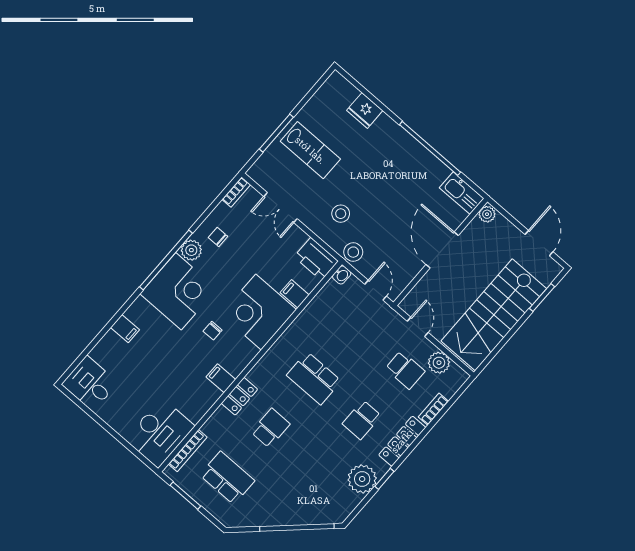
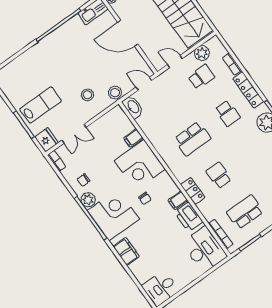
fridge: (365, 110) -> (47, 140), moved, turned -90
printer: (316, 259) -> (189, 217), moved, turned 90
washbasin: (342, 275) -> (133, 107), width x1.91, depth x1.45
filing cabinet: (125, 329) -> (126, 251), width x2.00

